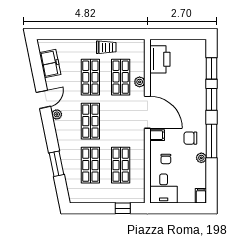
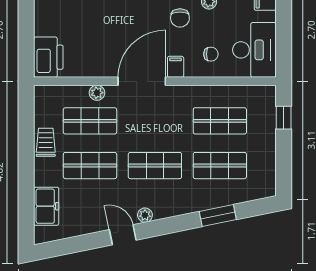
printer: (160, 59) -> (48, 57), moved, turned 90
freezer: (50, 64) -> (46, 206), moved, turned 101
desk: (164, 189) -> (254, 50), width x1.37

